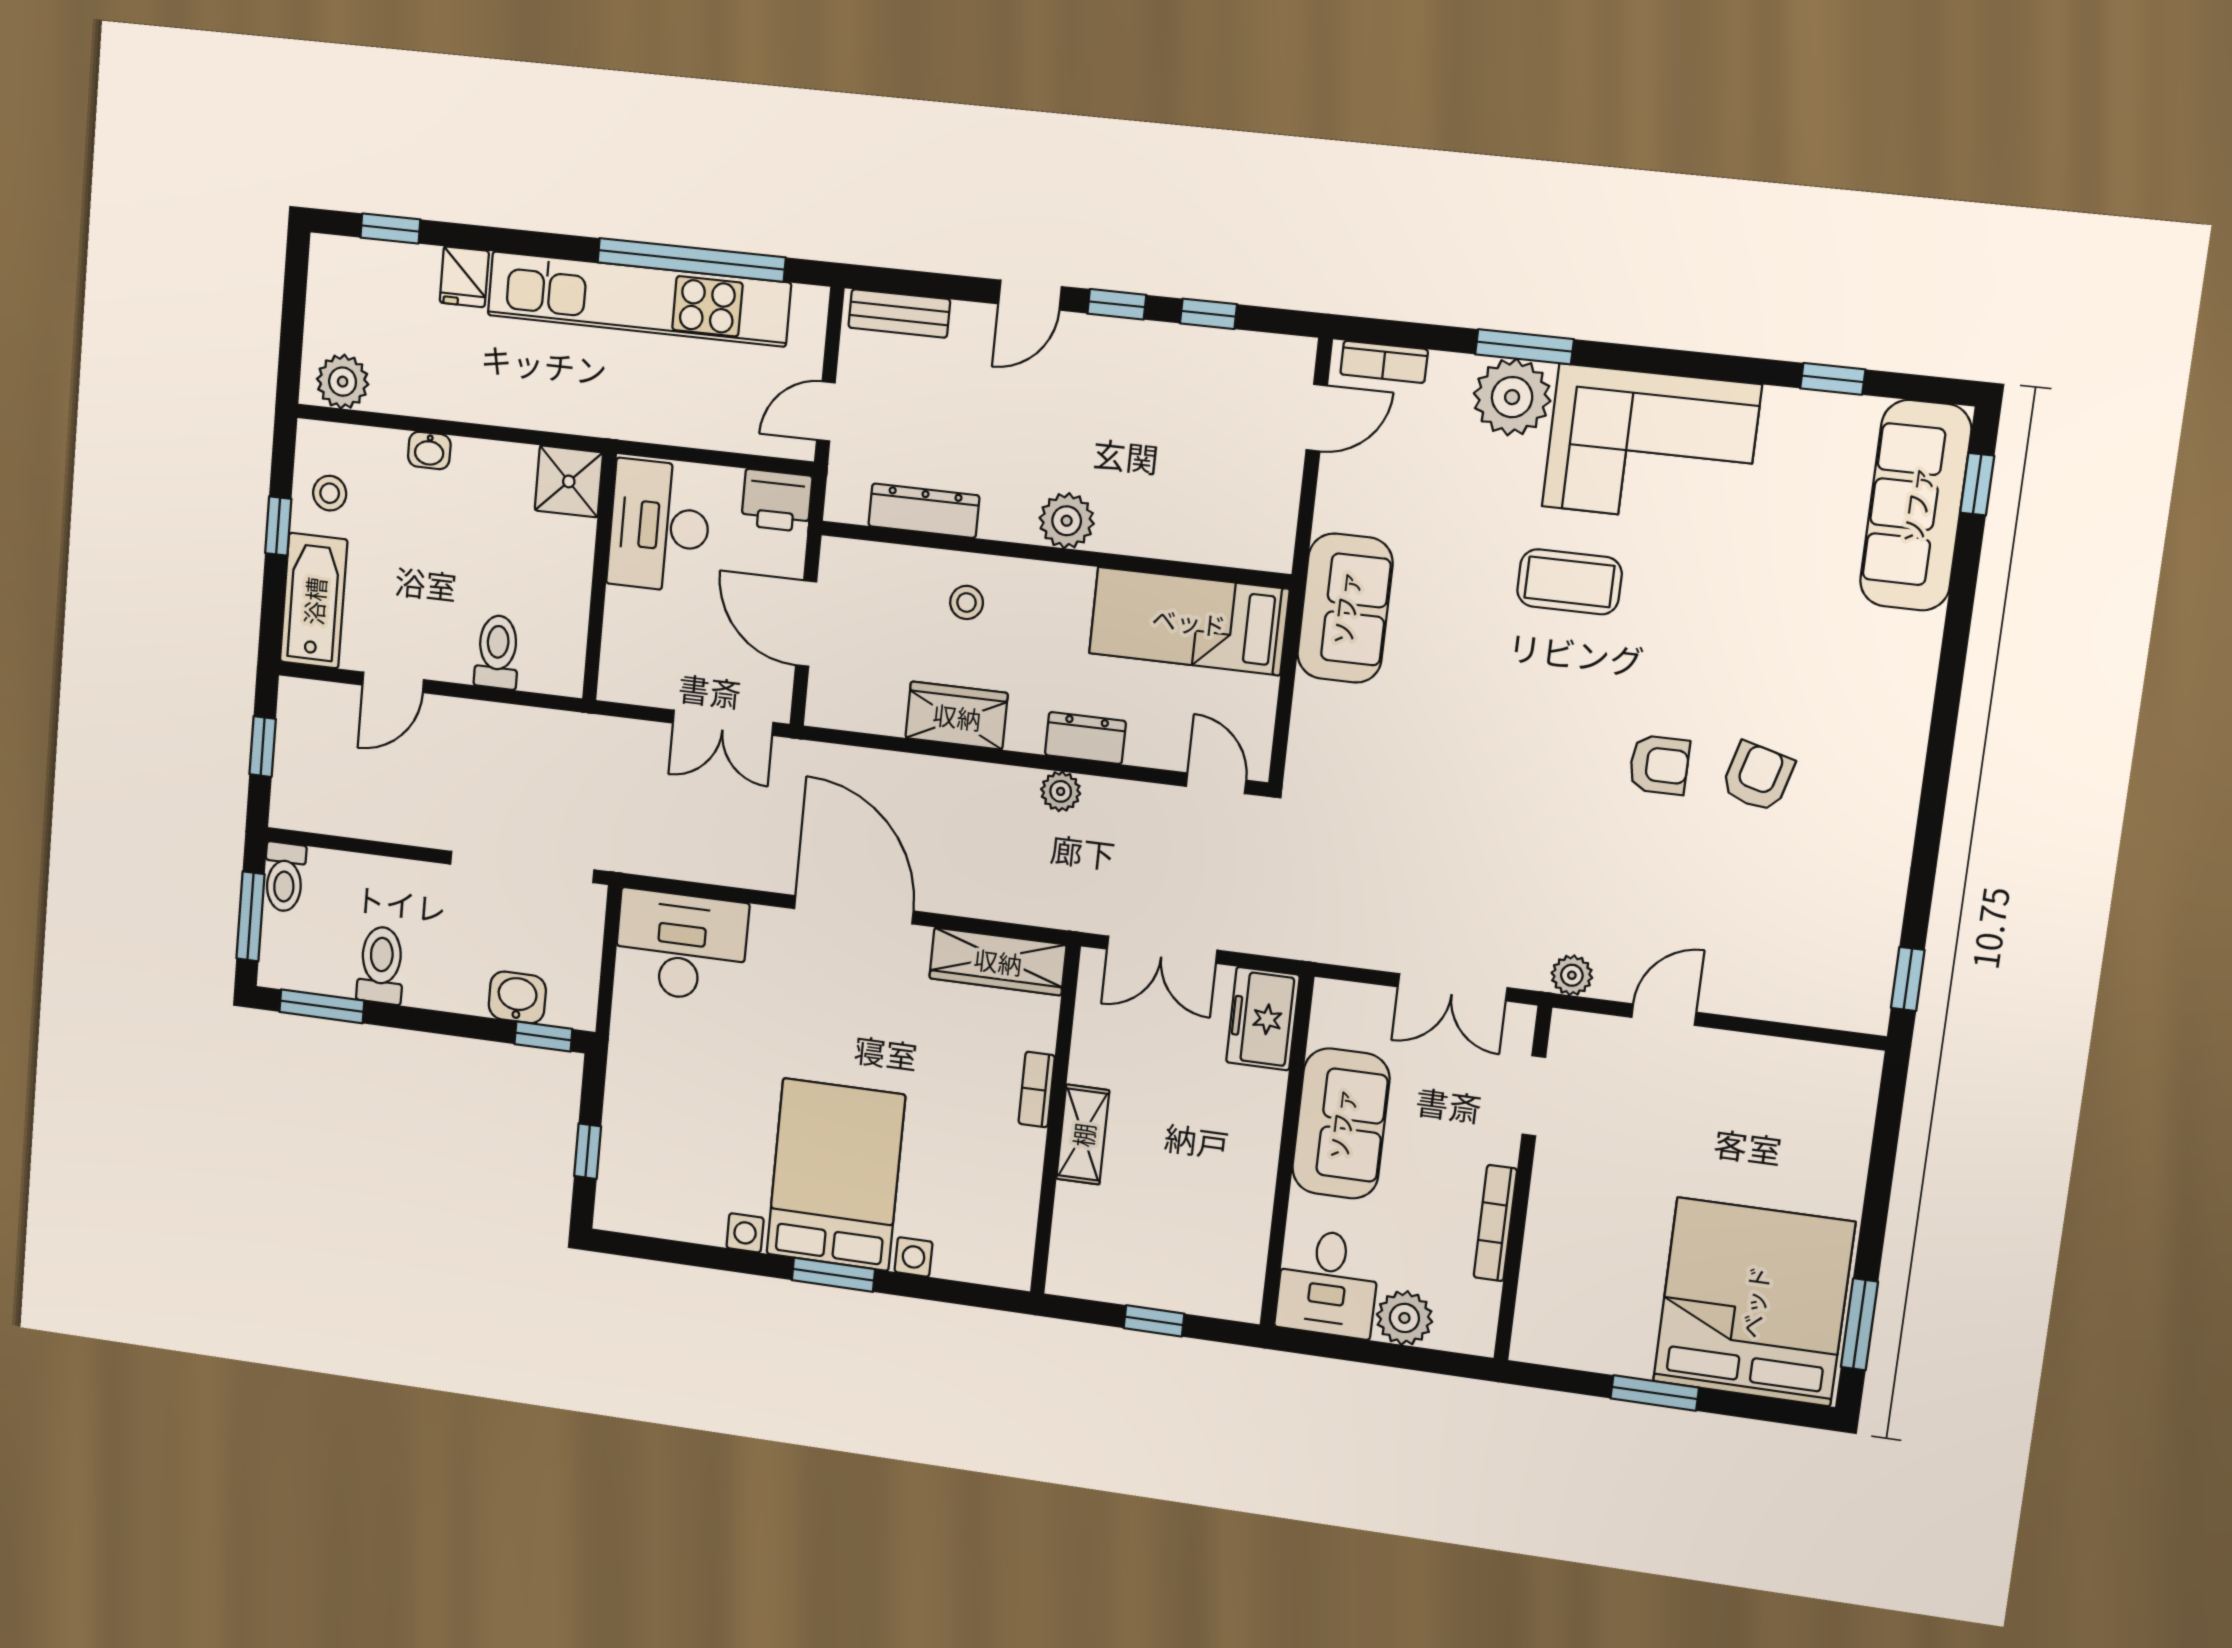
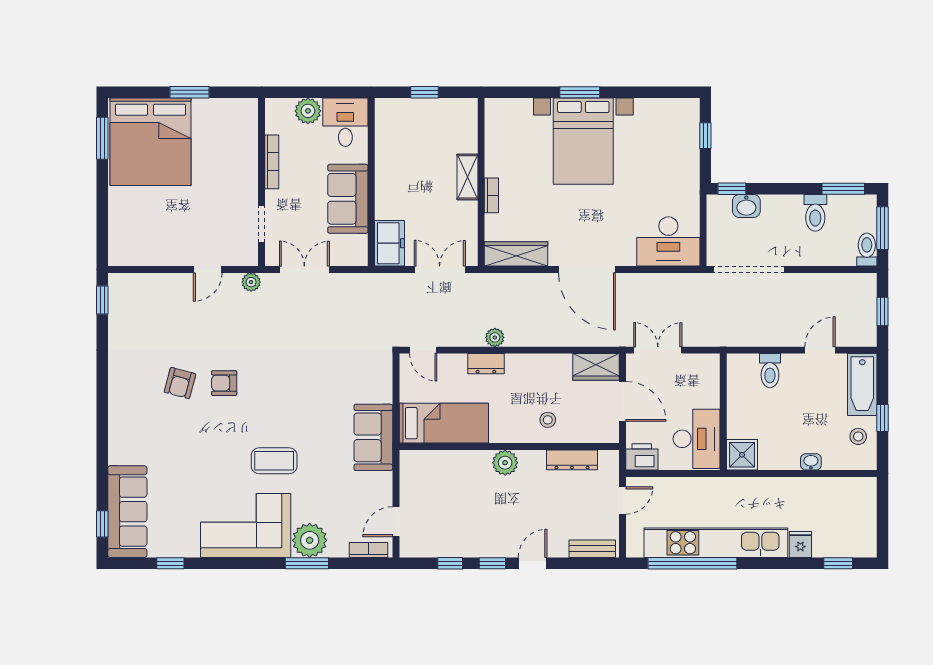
plant: (343, 382) -> (856, 490), removed
wardrobe: (957, 716) -> (596, 367), moved

